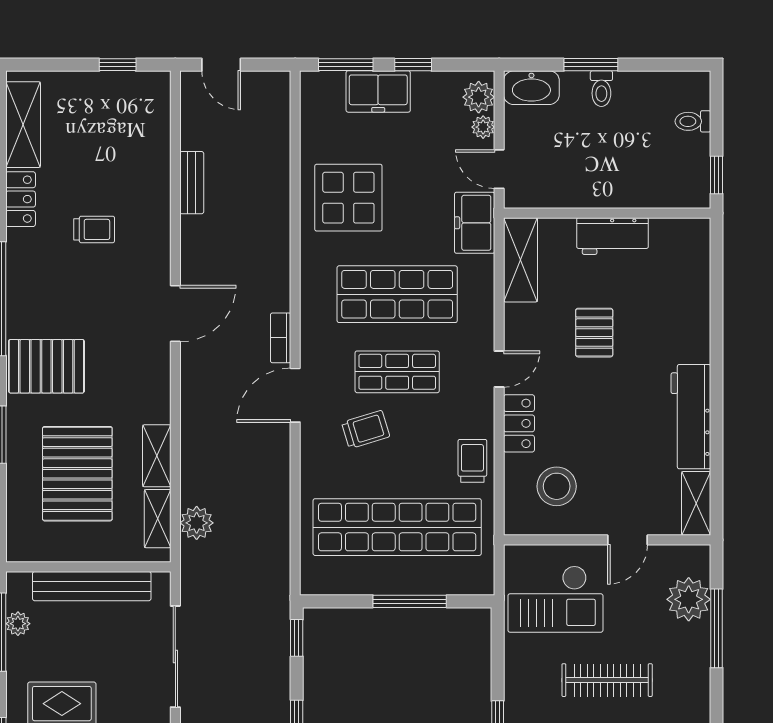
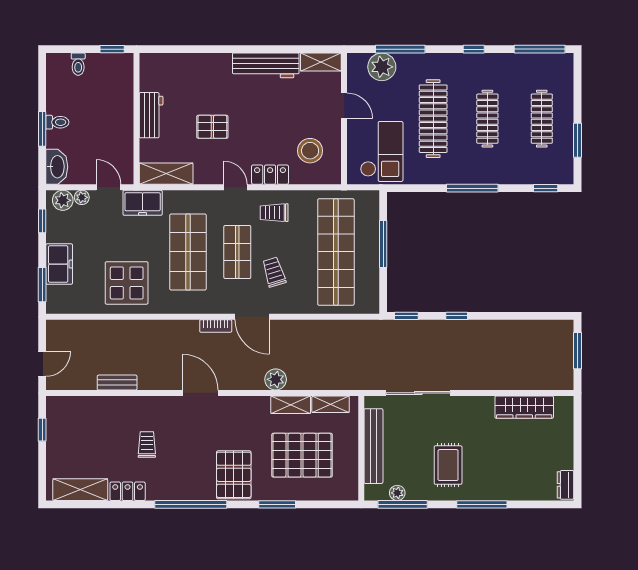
window: (413, 65) -> (42, 221), moved
door: (499, 169) -> (108, 187), swing flipped
trolley: (472, 461) -> (274, 213), moved
plant: (197, 523) -> (276, 379), moved
clothes rail: (607, 680) -> (433, 119), width x1.37, depth x1.31

